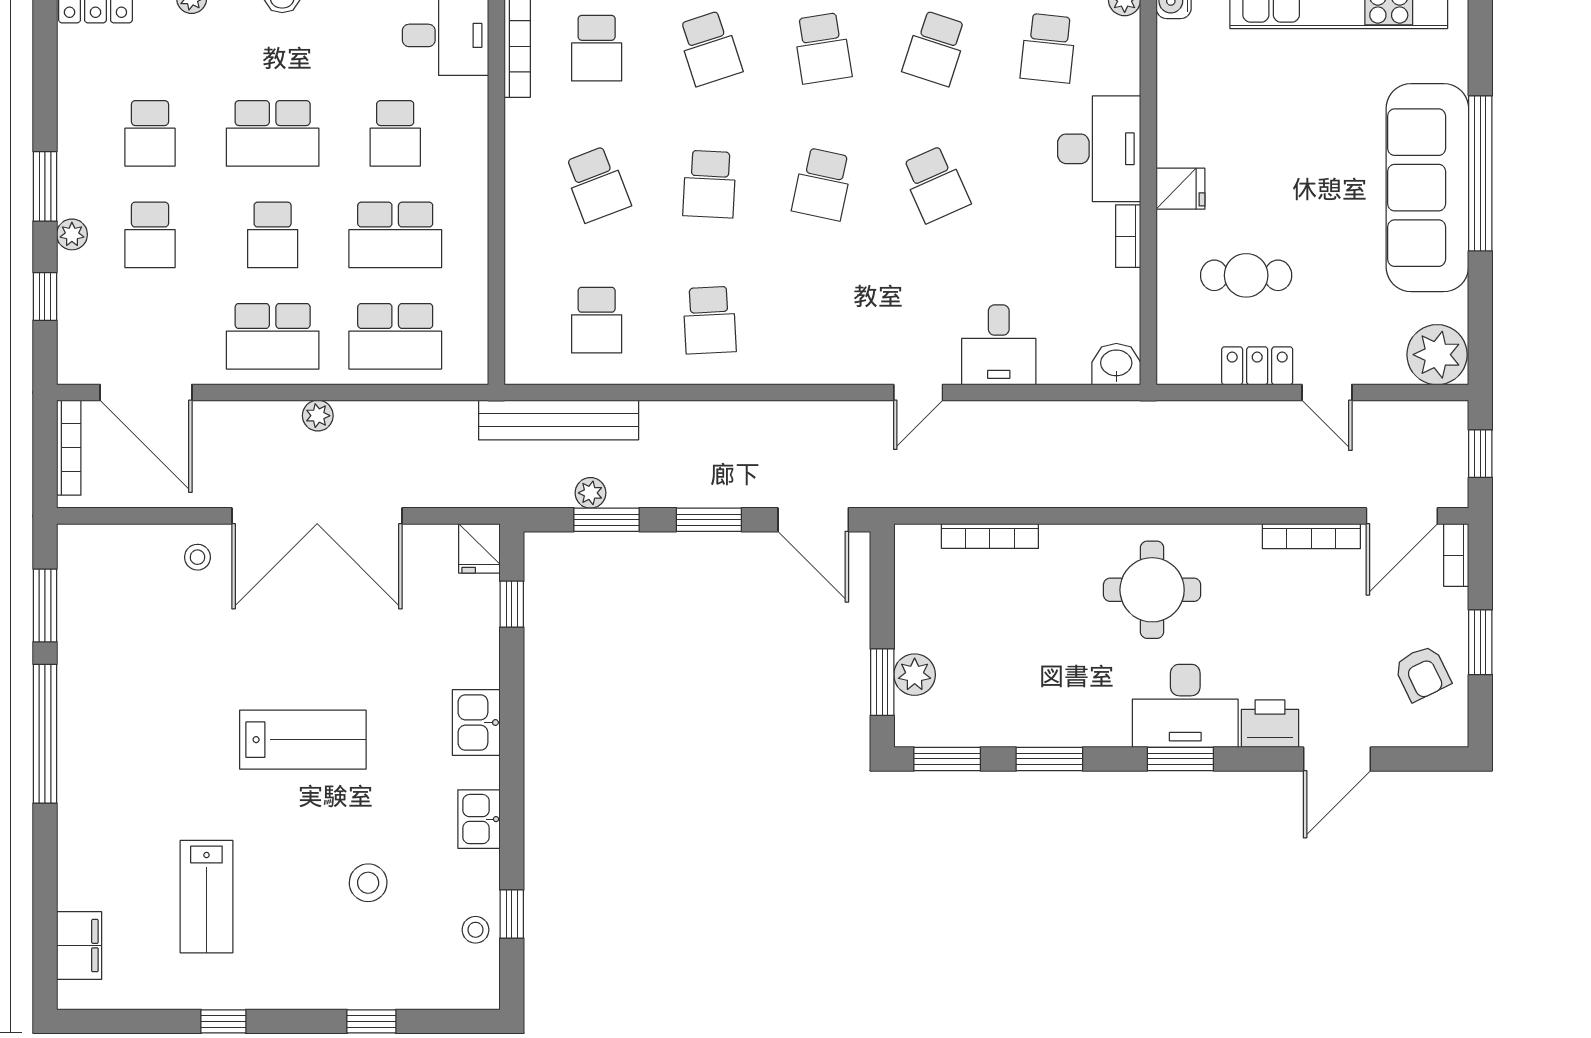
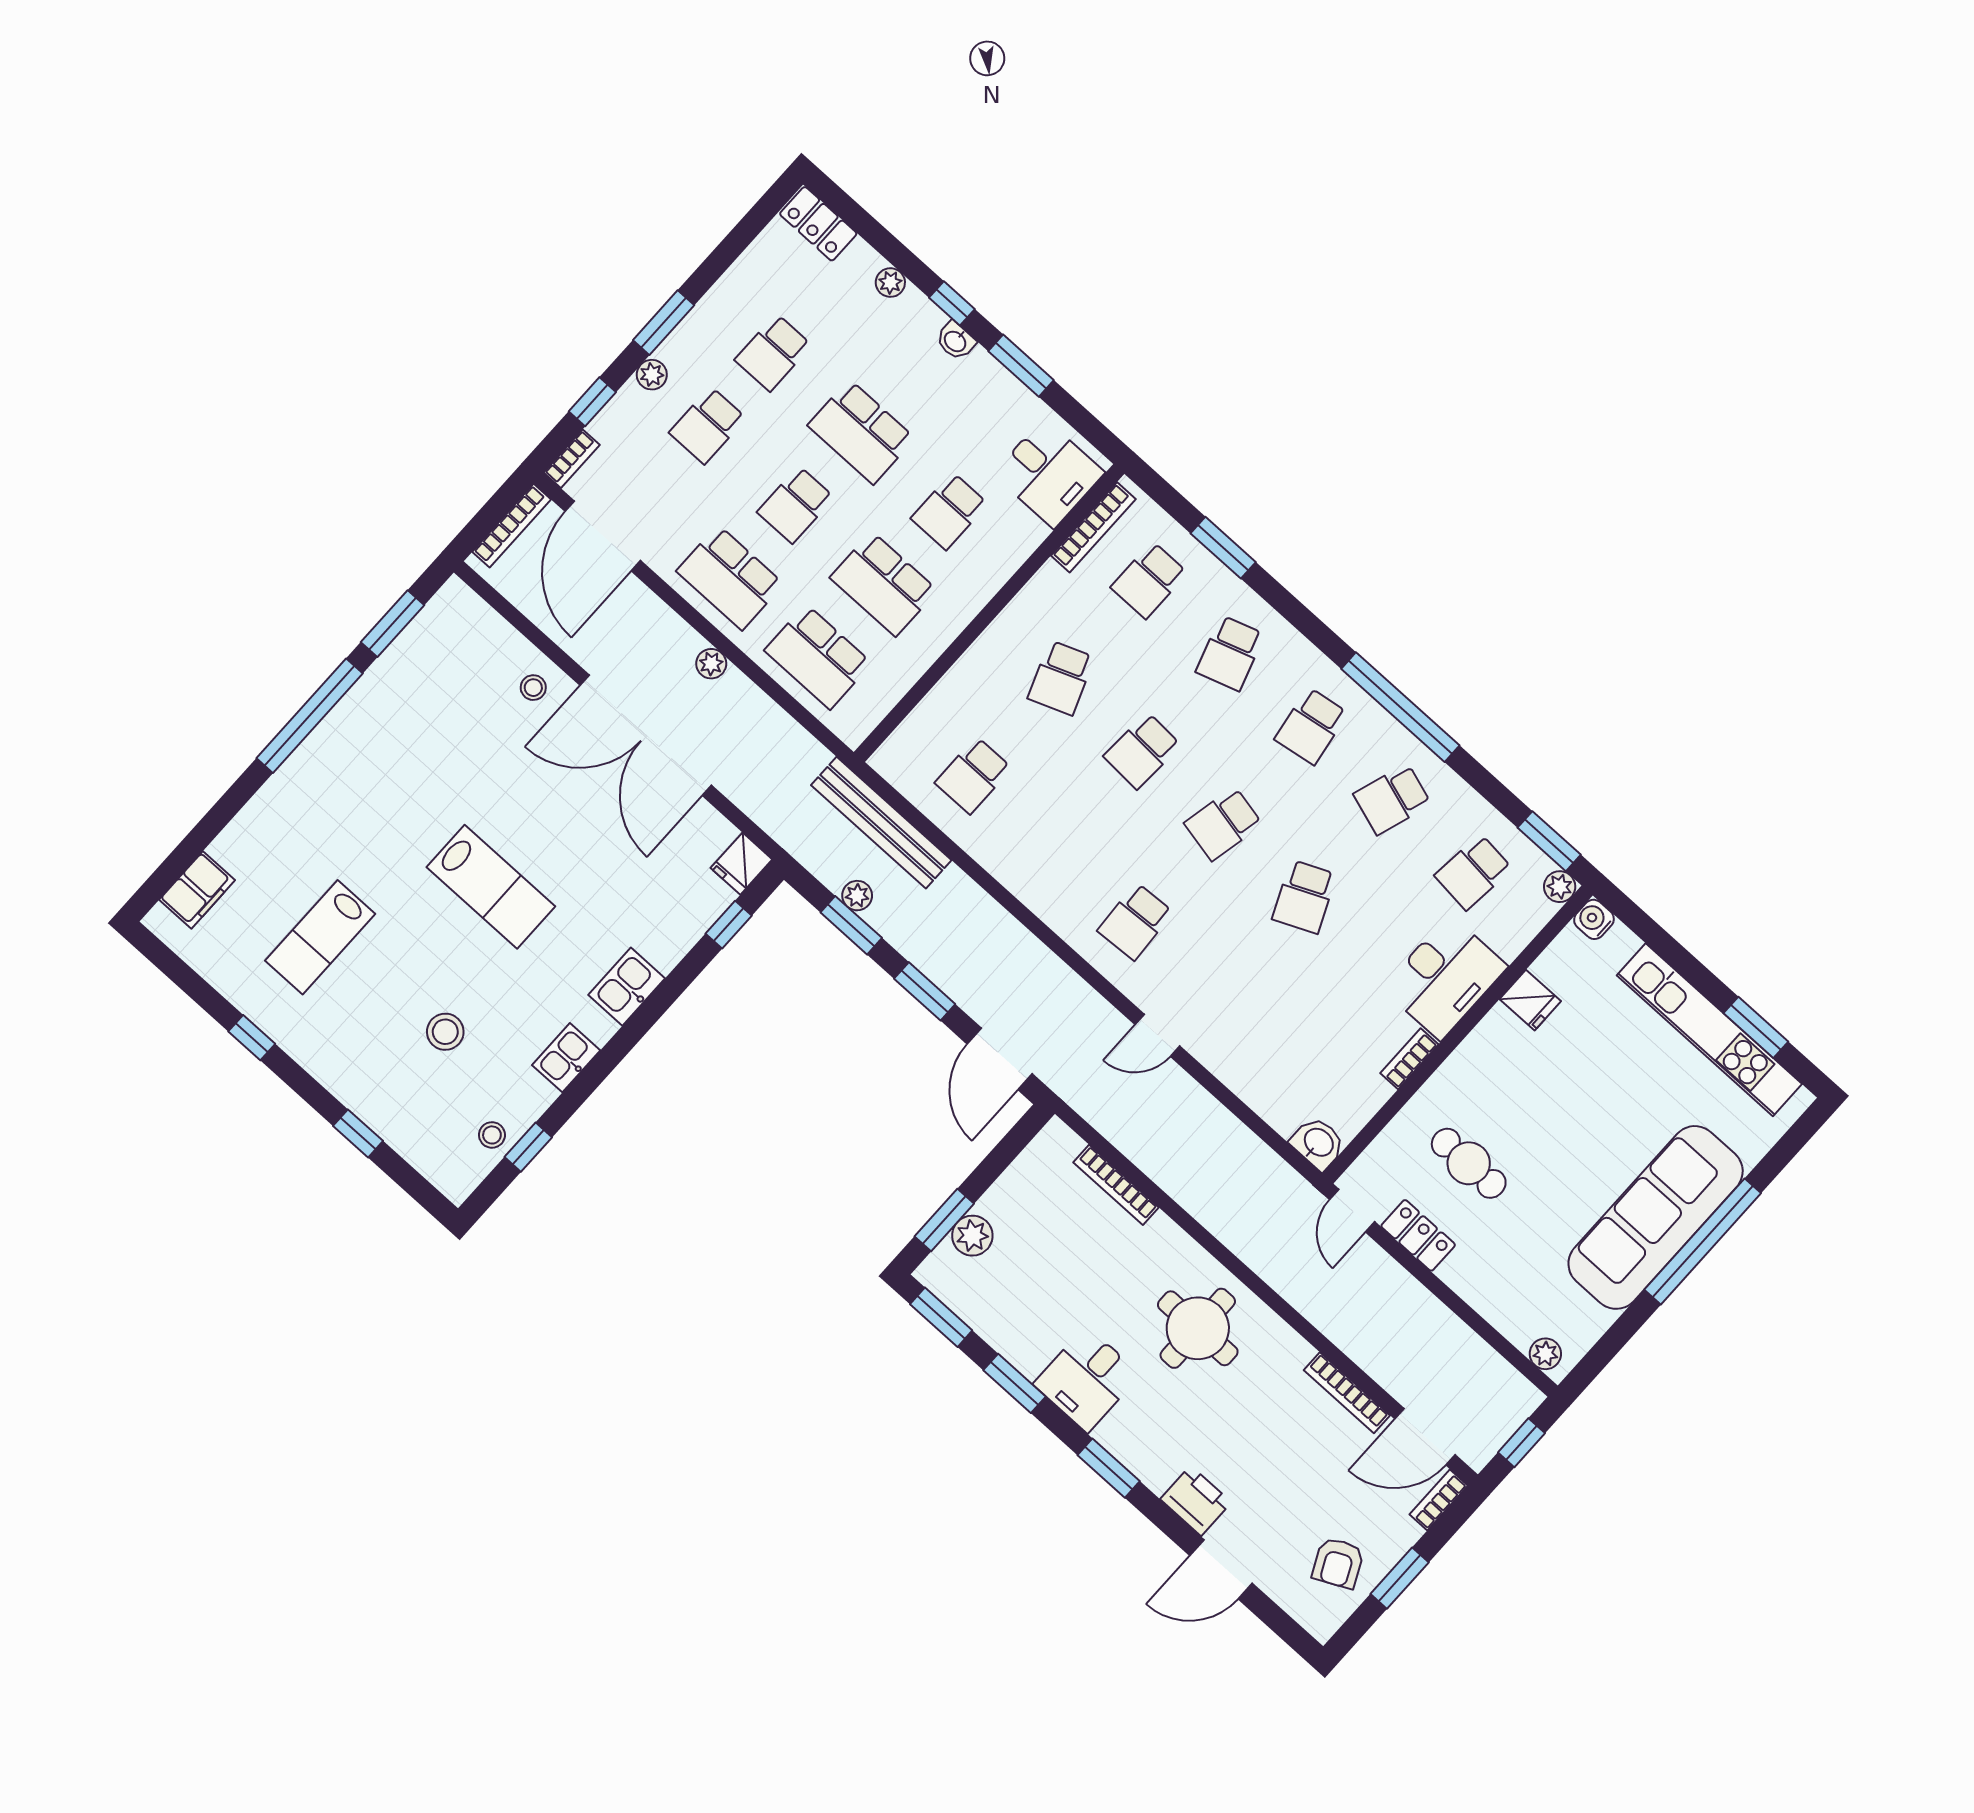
fridge: (1181, 189) -> (1530, 1000), moved
school desk: (710, 320) -> (1135, 921), moved
desk: (999, 345) -> (1246, 1053), removed
bookcase: (69, 355) -> (572, 459), added
plant: (1437, 355) -> (1545, 1354), width x0.53, depth x0.53
door: (1327, 392) -> (1352, 1211), moved
desk: (1185, 706) -> (1087, 1379), moved, width x0.73

